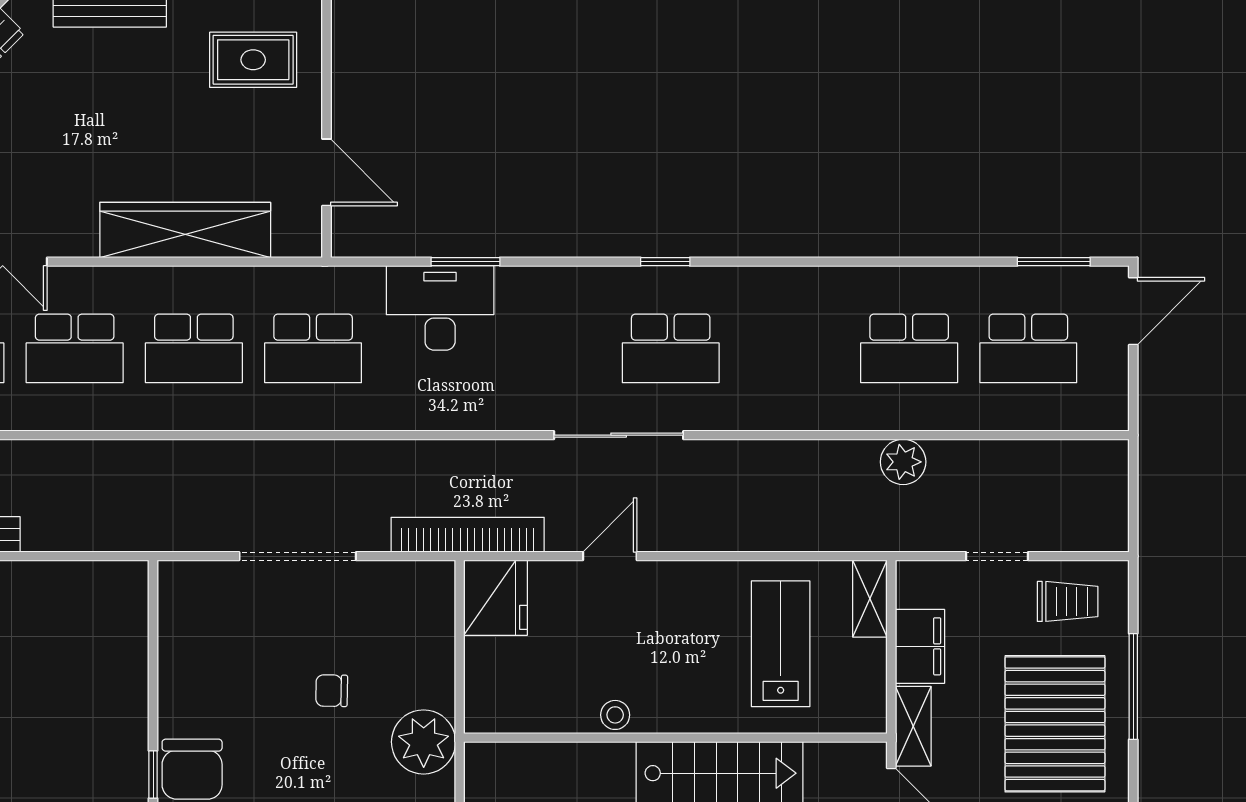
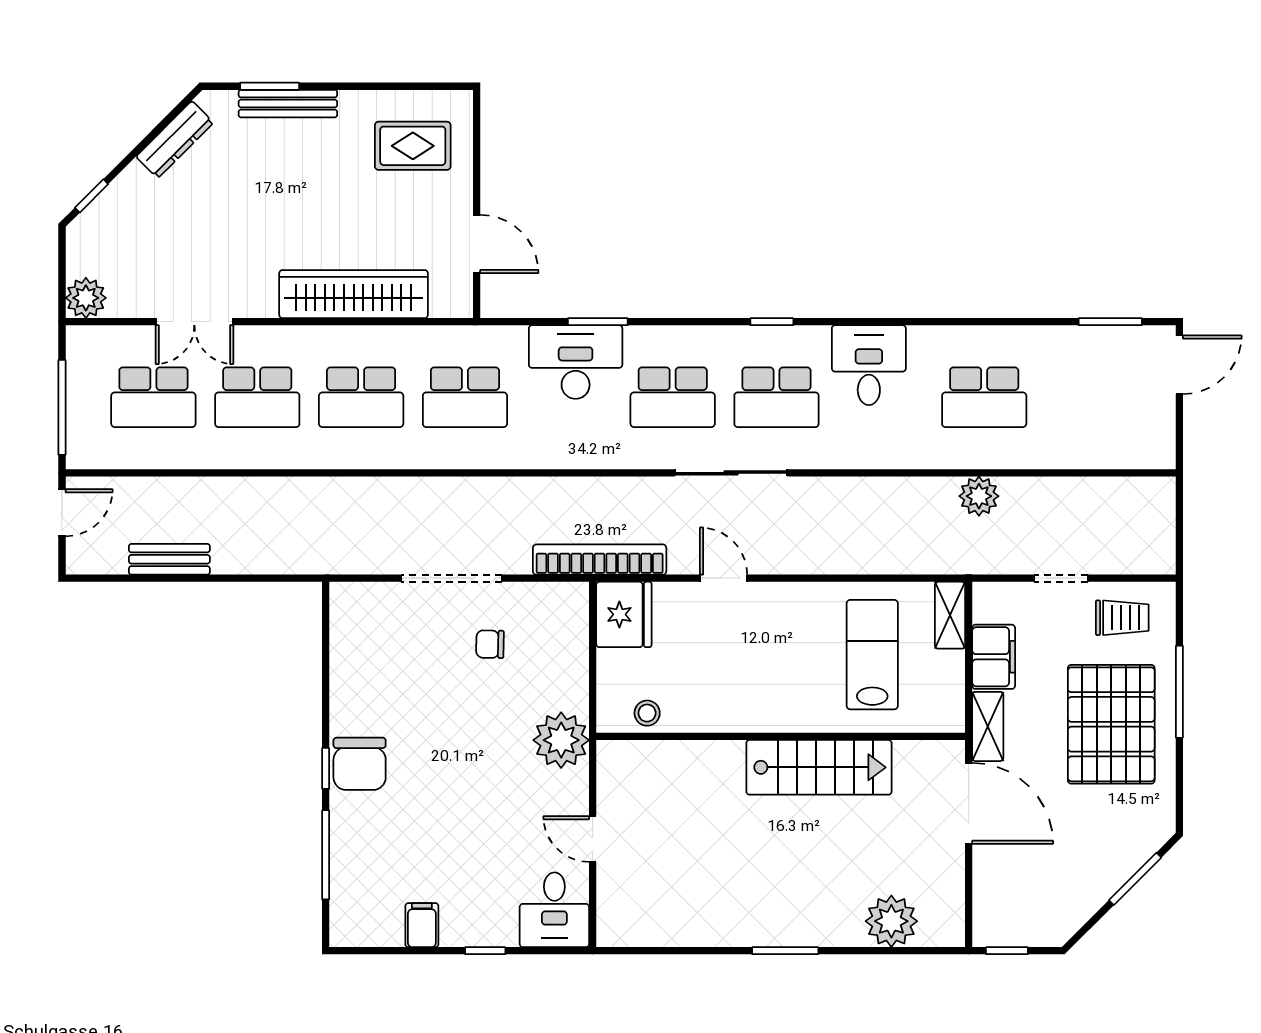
desk: (777, 312) -> (869, 365), added
school desk: (1028, 348) -> (673, 397), moved
door: (610, 556) -> (724, 578), hinge flipped
chair: (332, 691) -> (490, 644), moved
stool: (615, 715) -> (647, 713), moved

